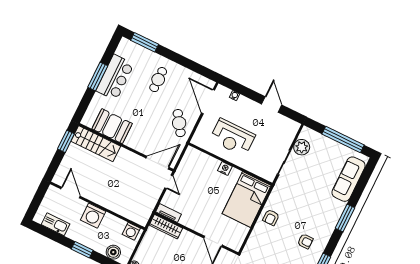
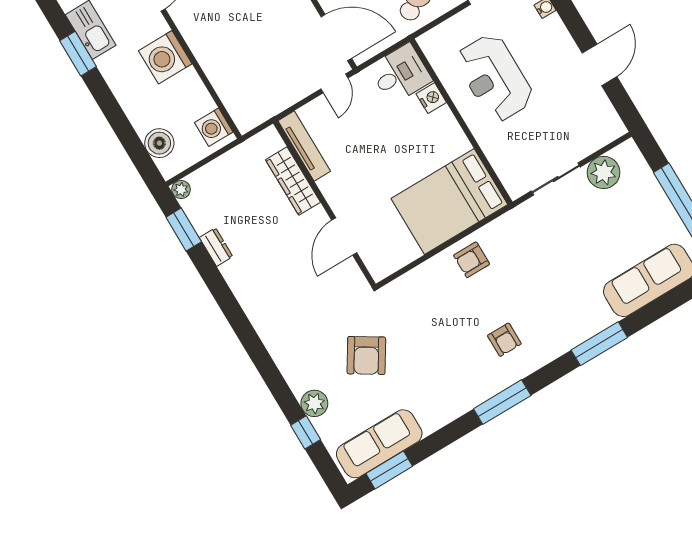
desk: (193, 161) -> (400, 74), added
nightstand: (225, 169) -> (431, 98), moved
tv unit: (169, 213) -> (304, 146), width x1.41
wardrobe: (166, 227) -> (293, 181), moved
window: (82, 250) -> (78, 54), moved

